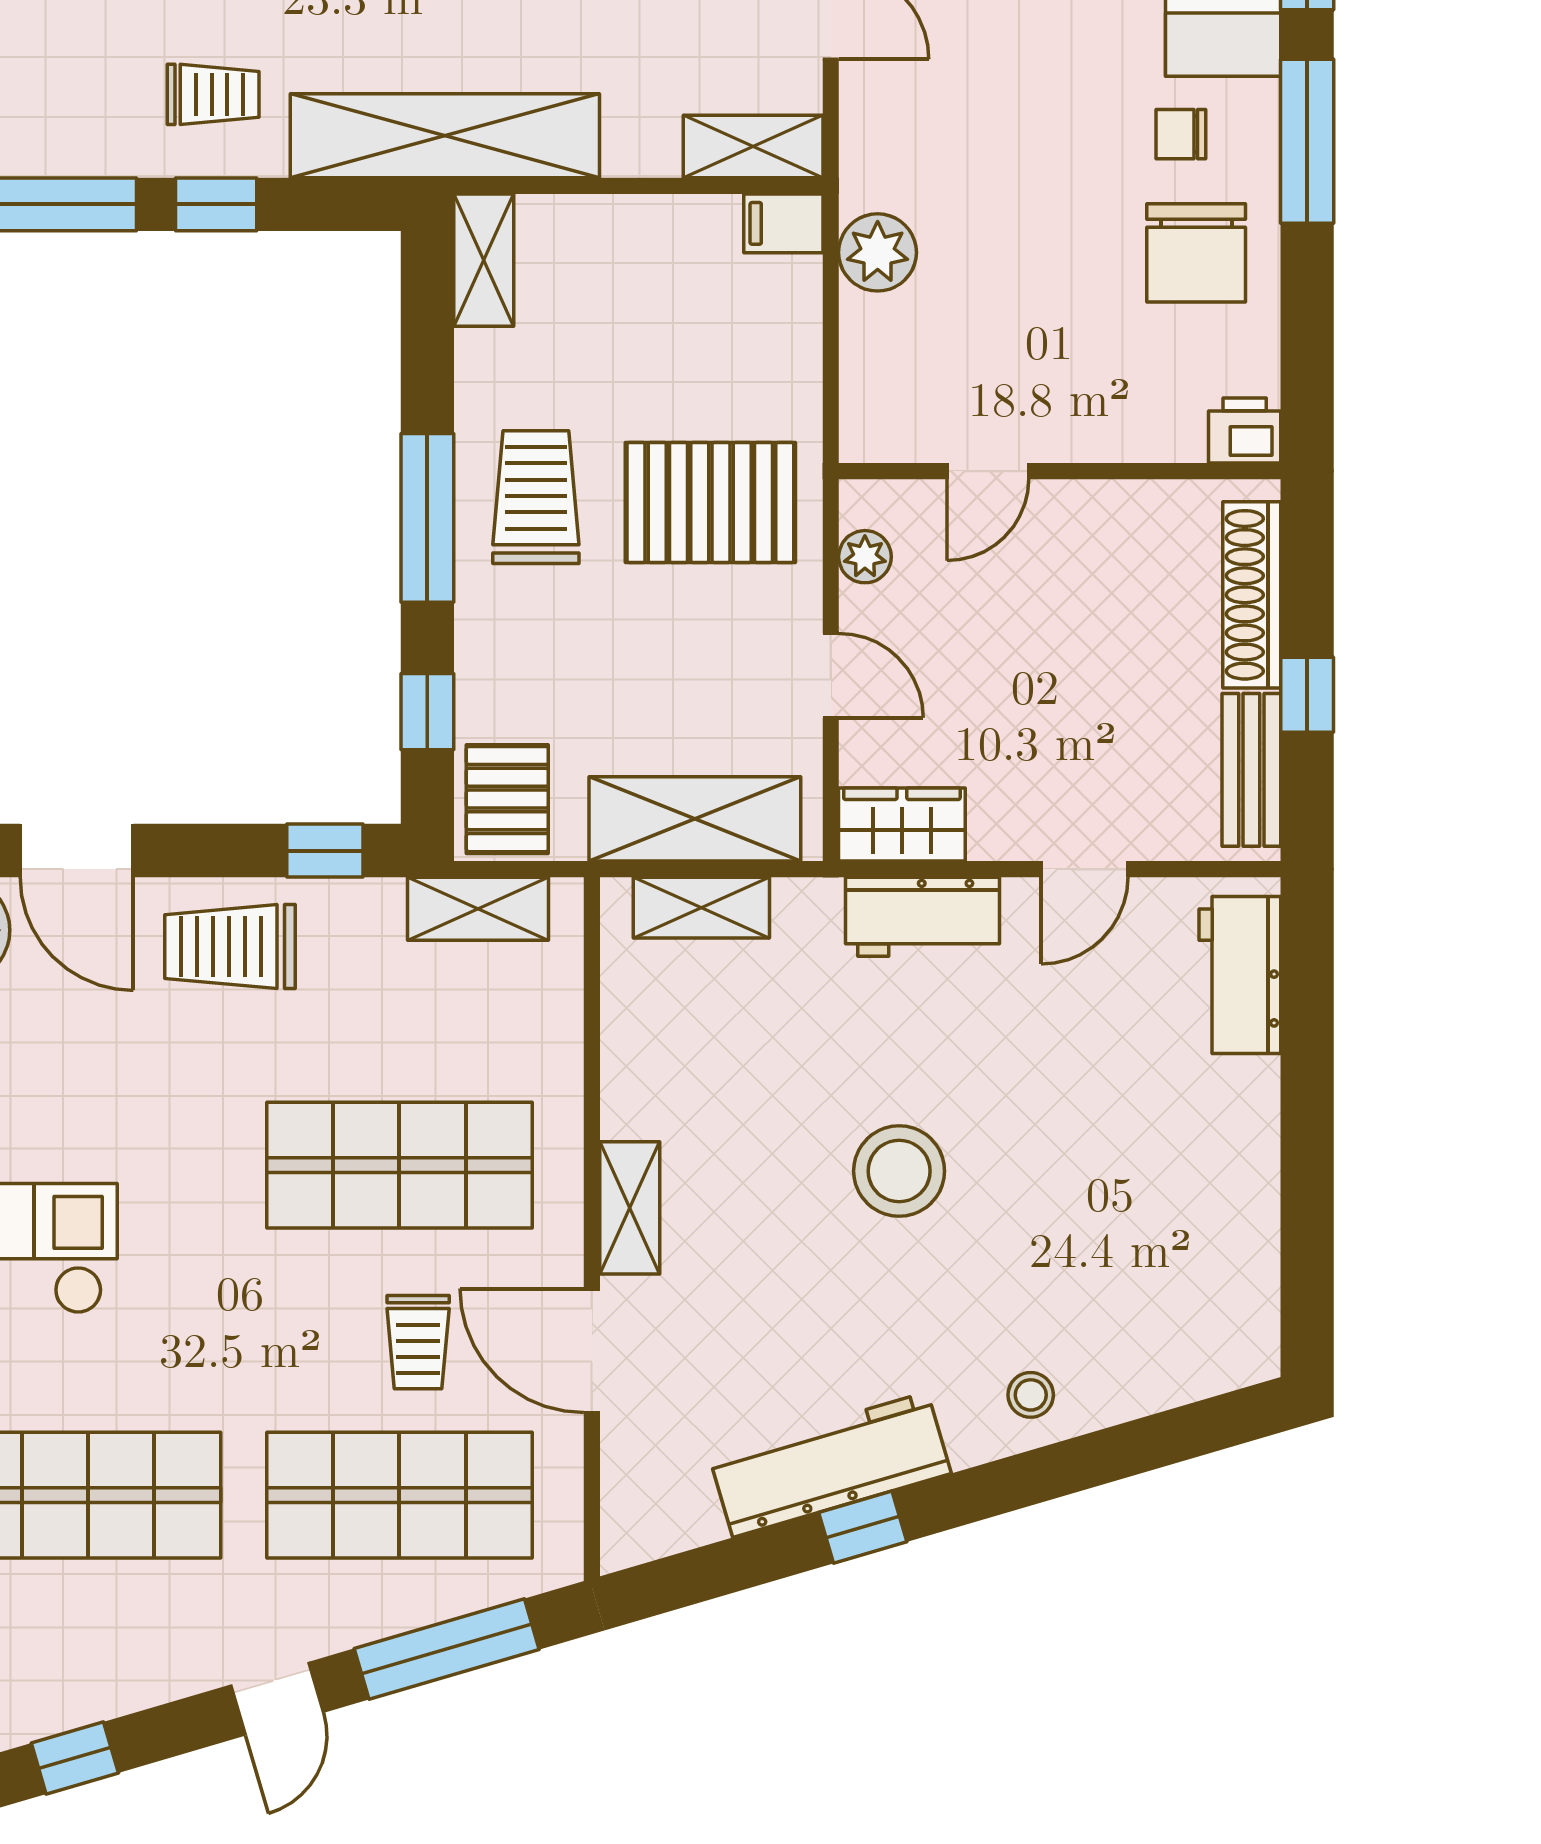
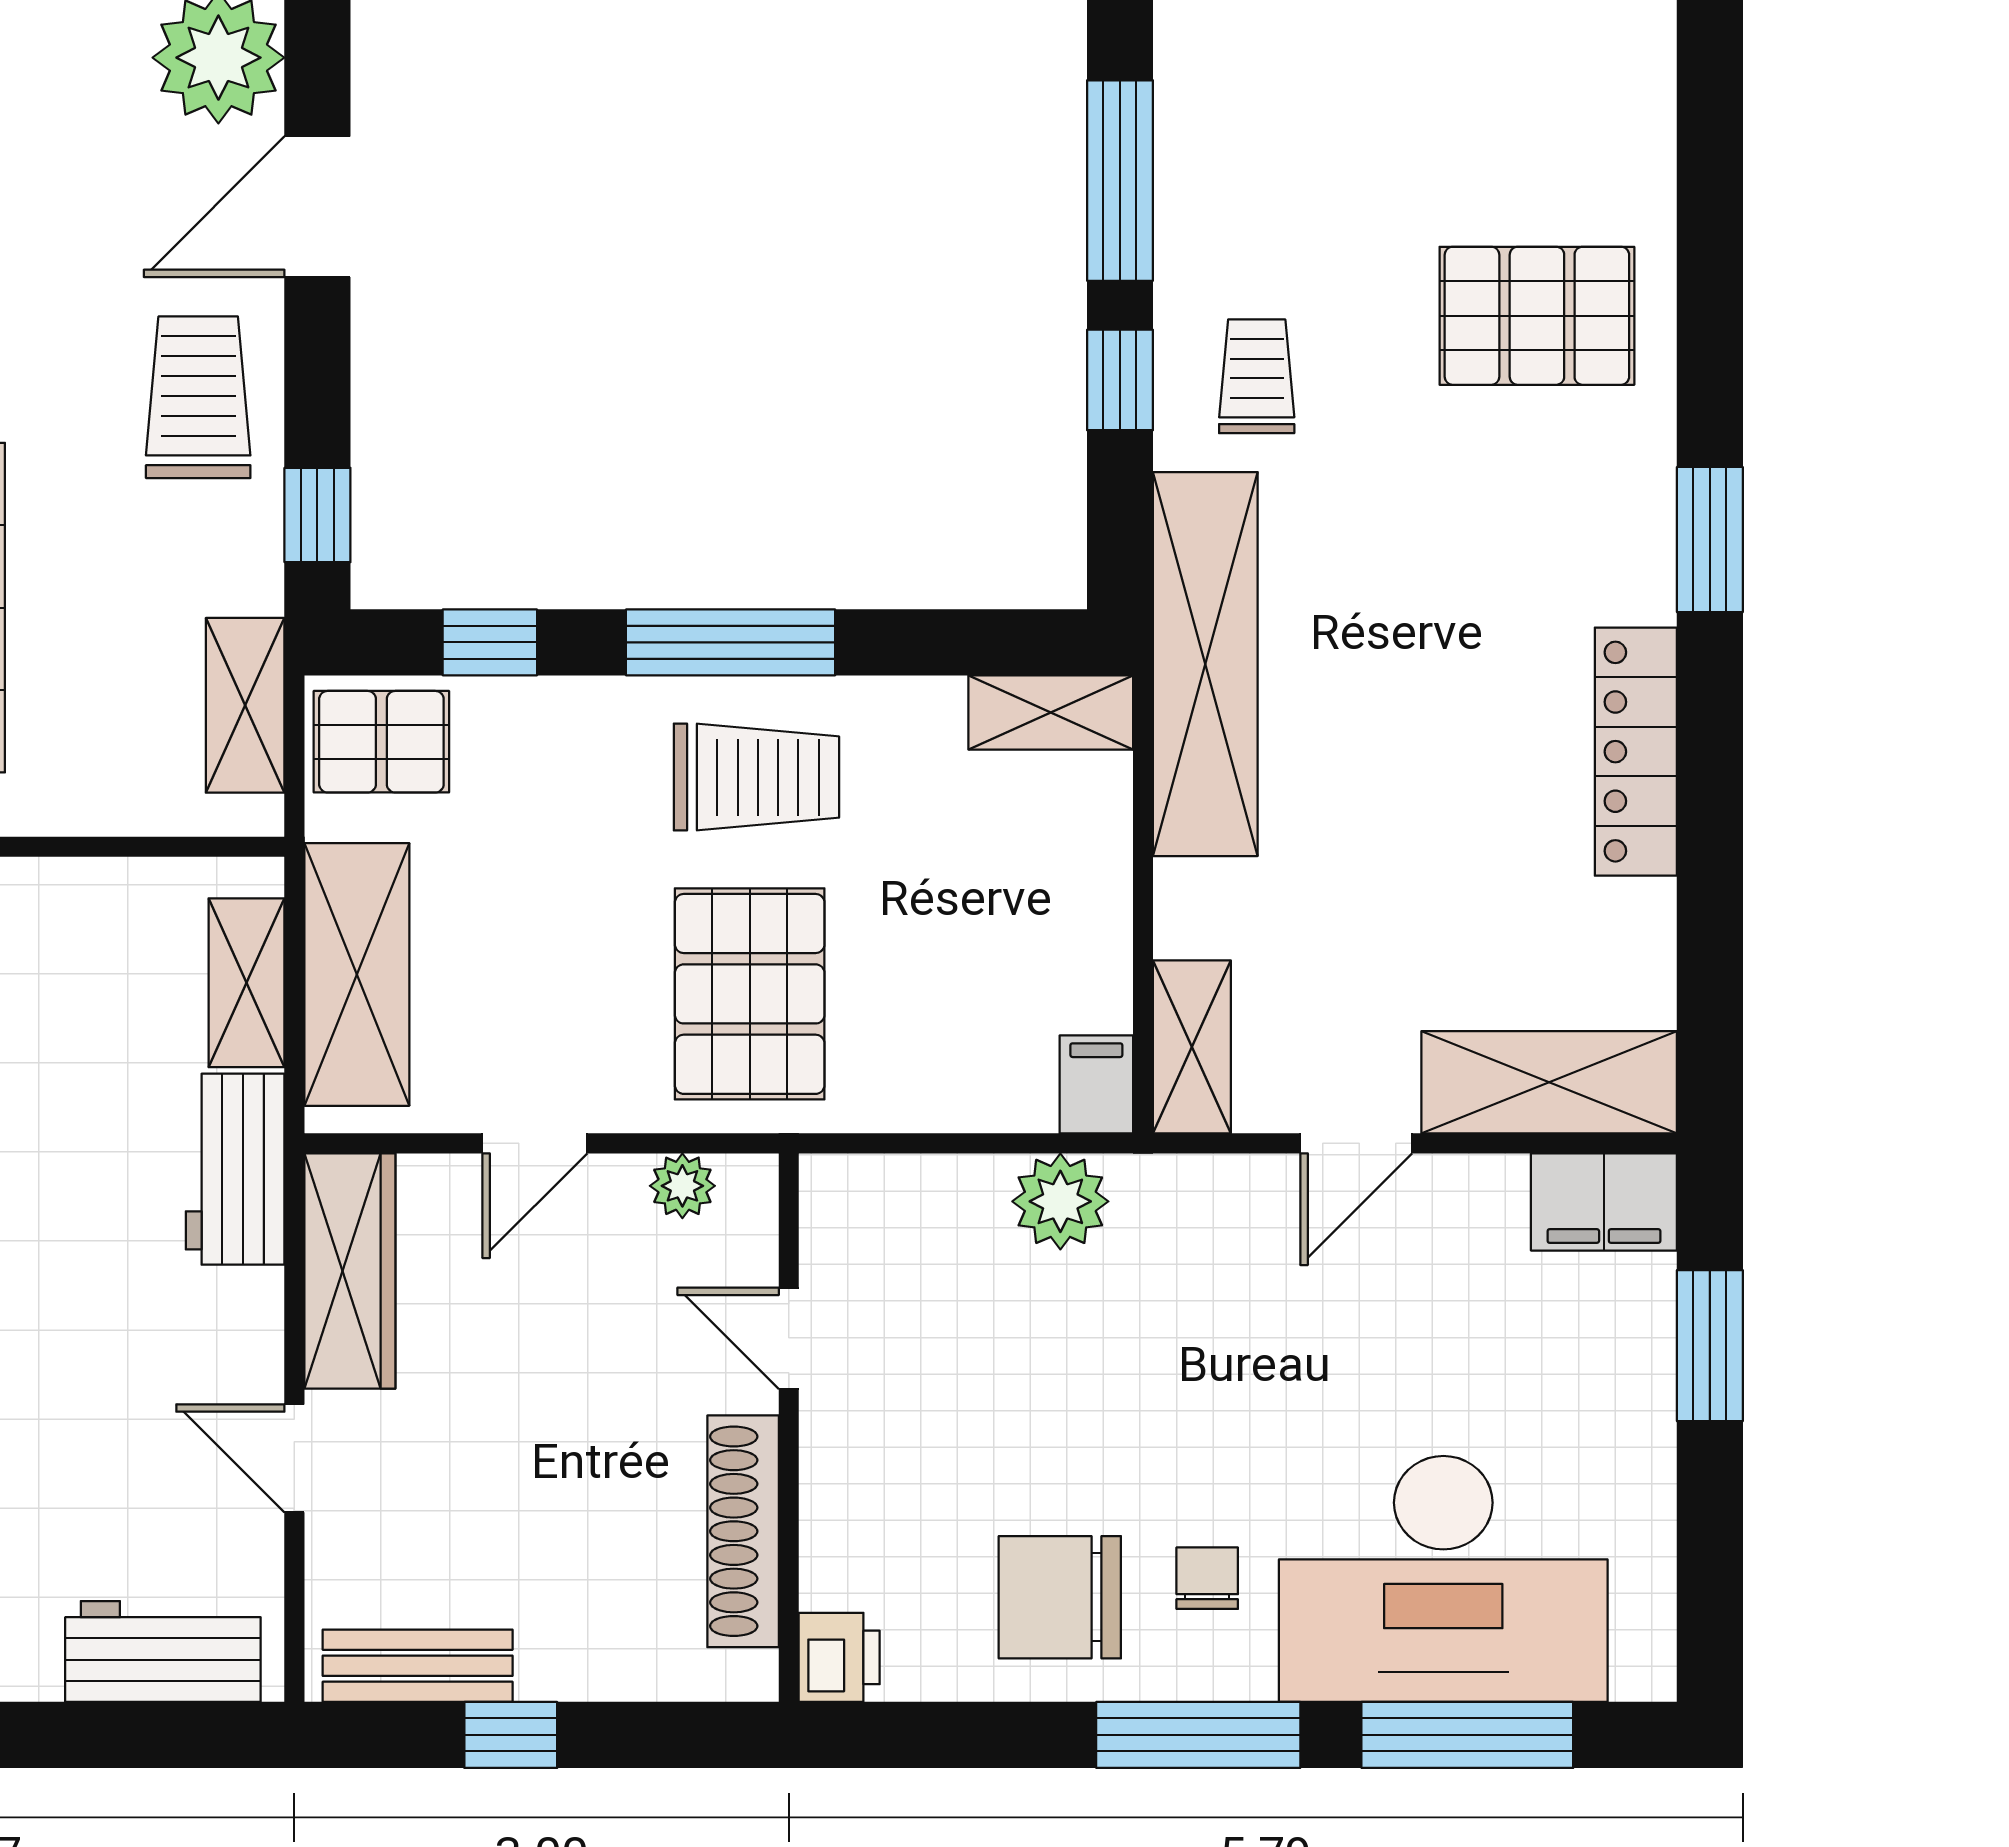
trolley: (213, 94) -> (1257, 376), turned 180
shoe rack: (1252, 595) -> (743, 1531), moved, turned -90
wardrobe: (902, 824) -> (350, 1271), width x1.50
workbench: (923, 917) -> (235, 1169), moved

